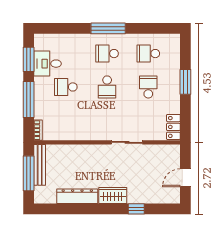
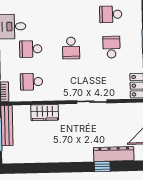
school desk: (107, 54) -> (31, 82), moved
wardrobe: (113, 195) -> (45, 113), moved, turned 180
dresser: (77, 196) -> (114, 154), moved

